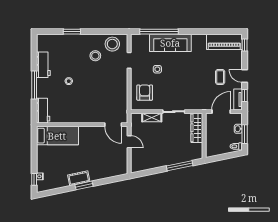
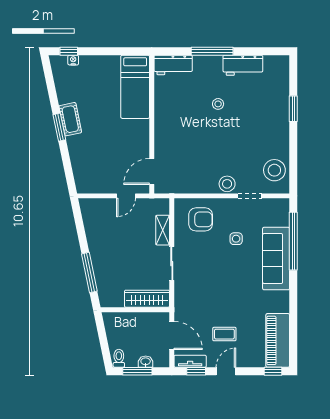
stool: (95, 56) -> (227, 184), moved

